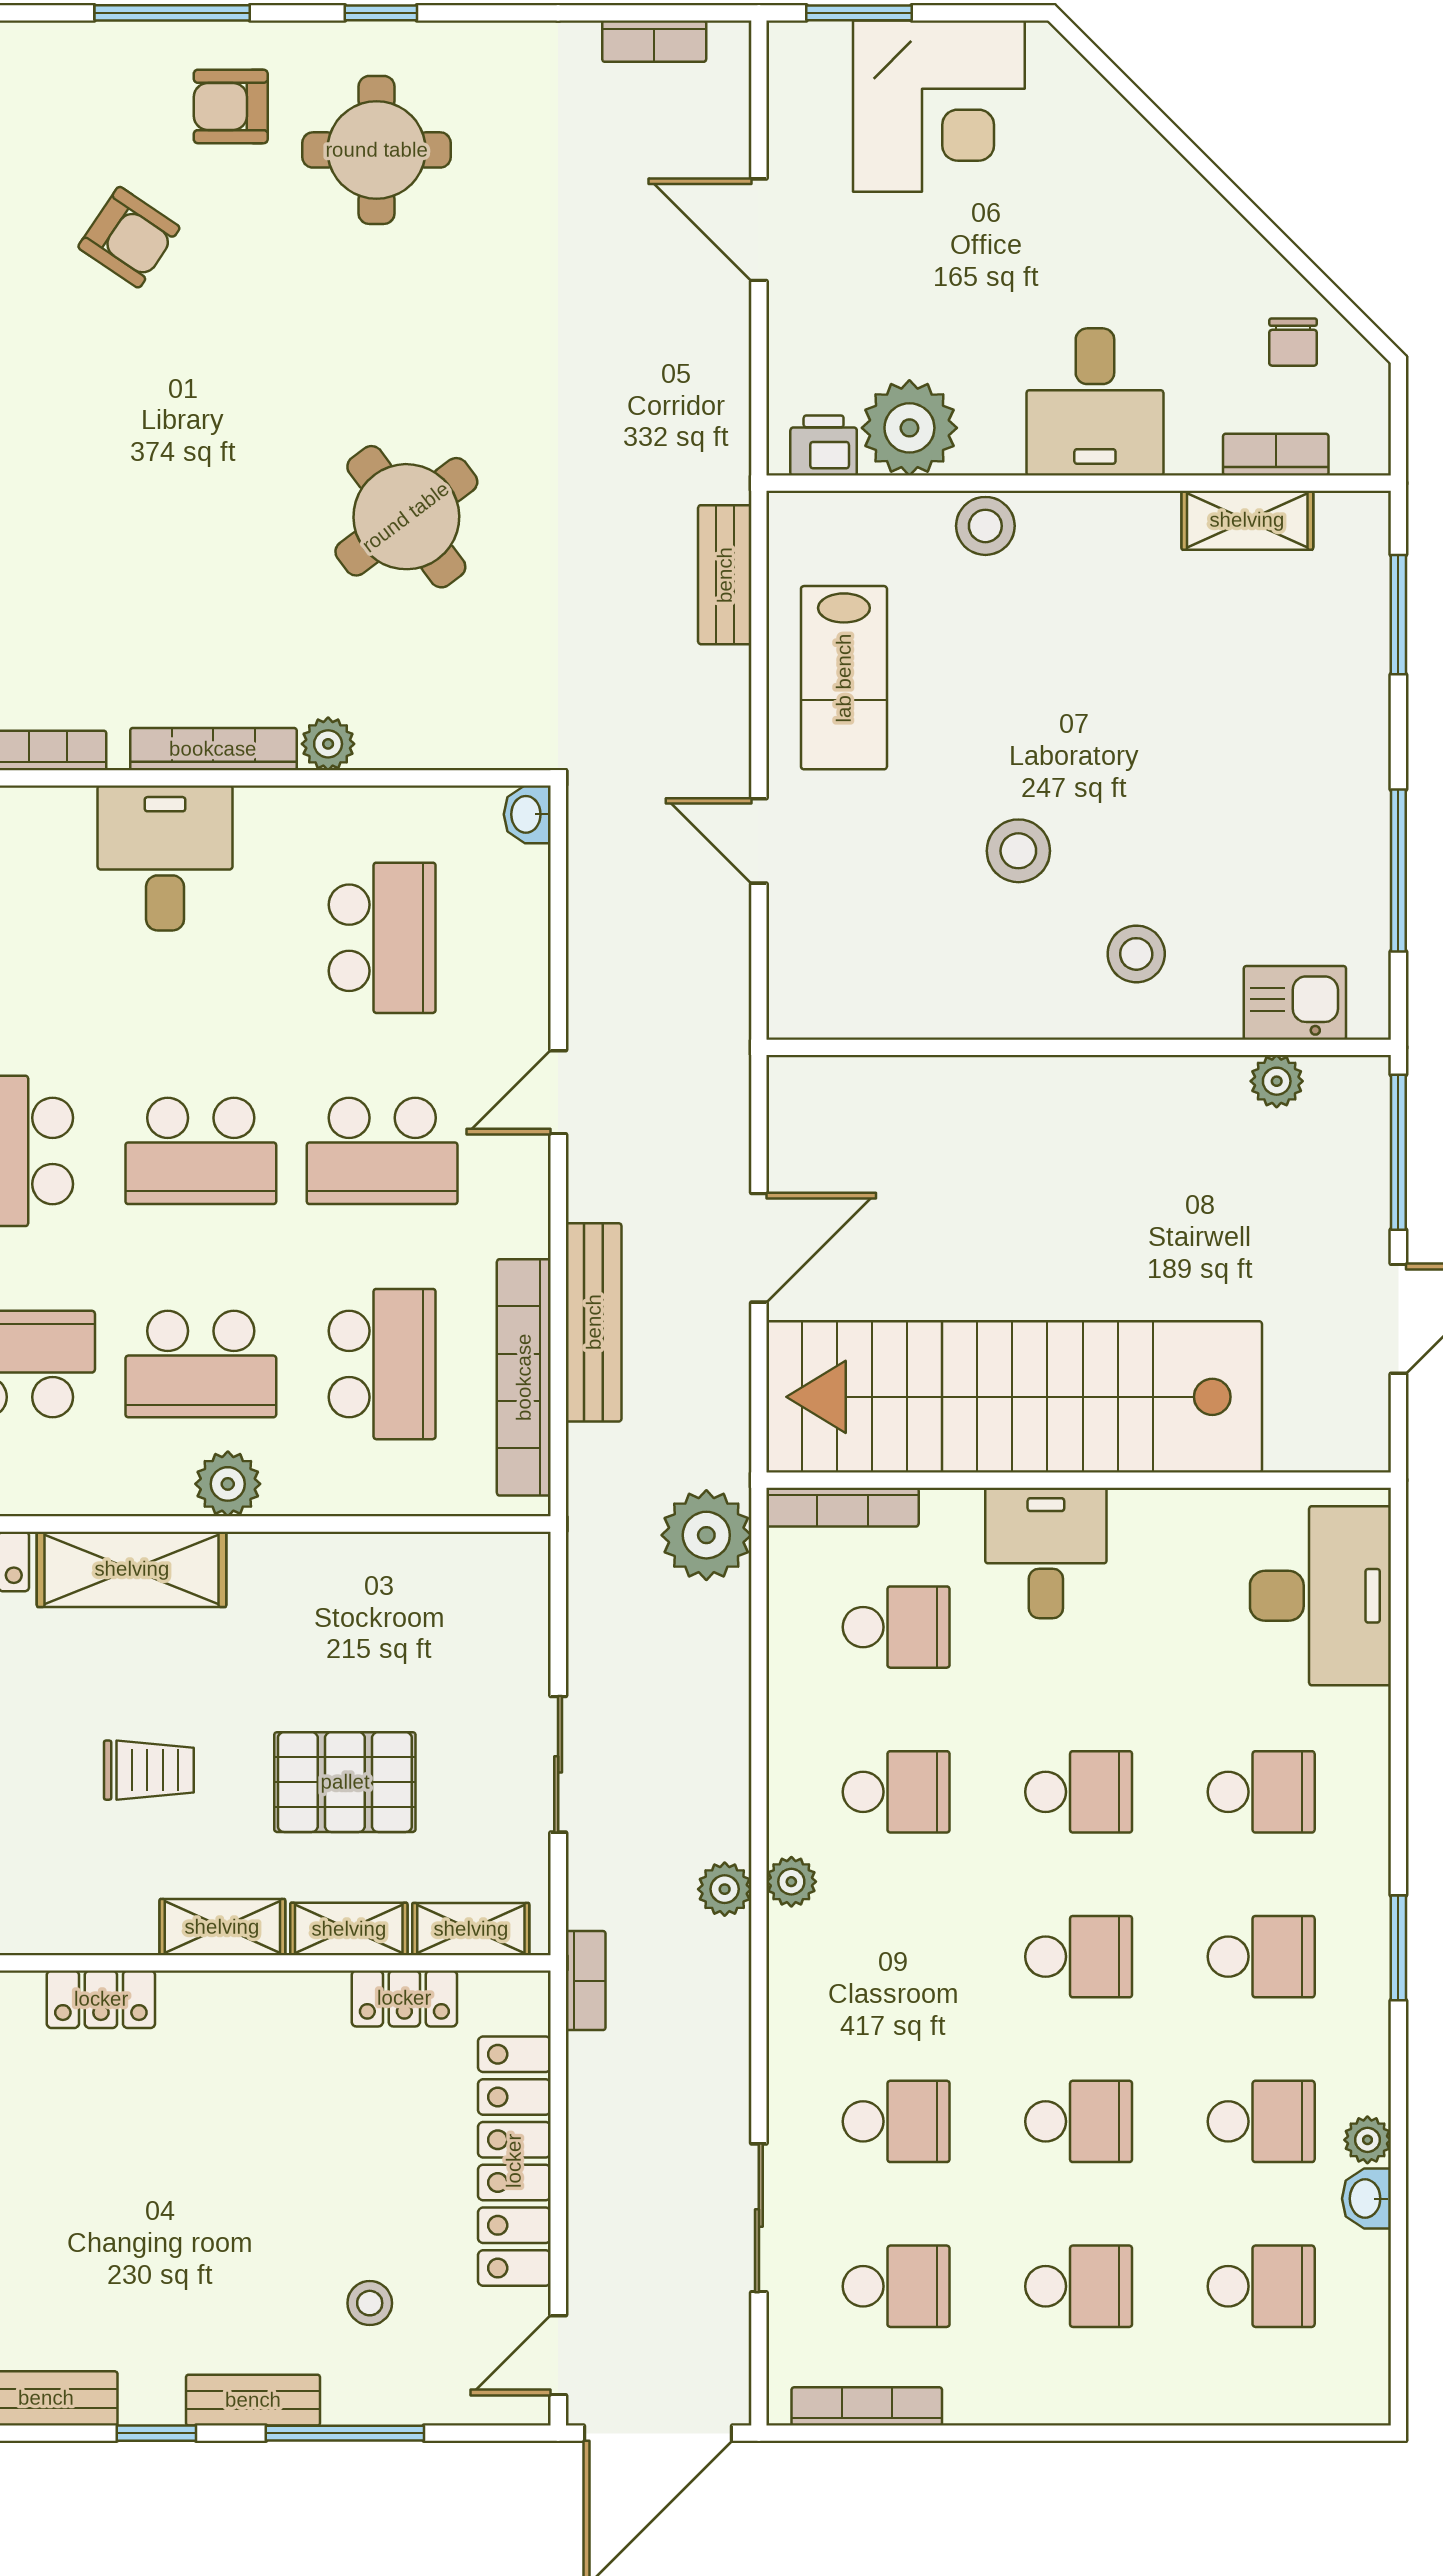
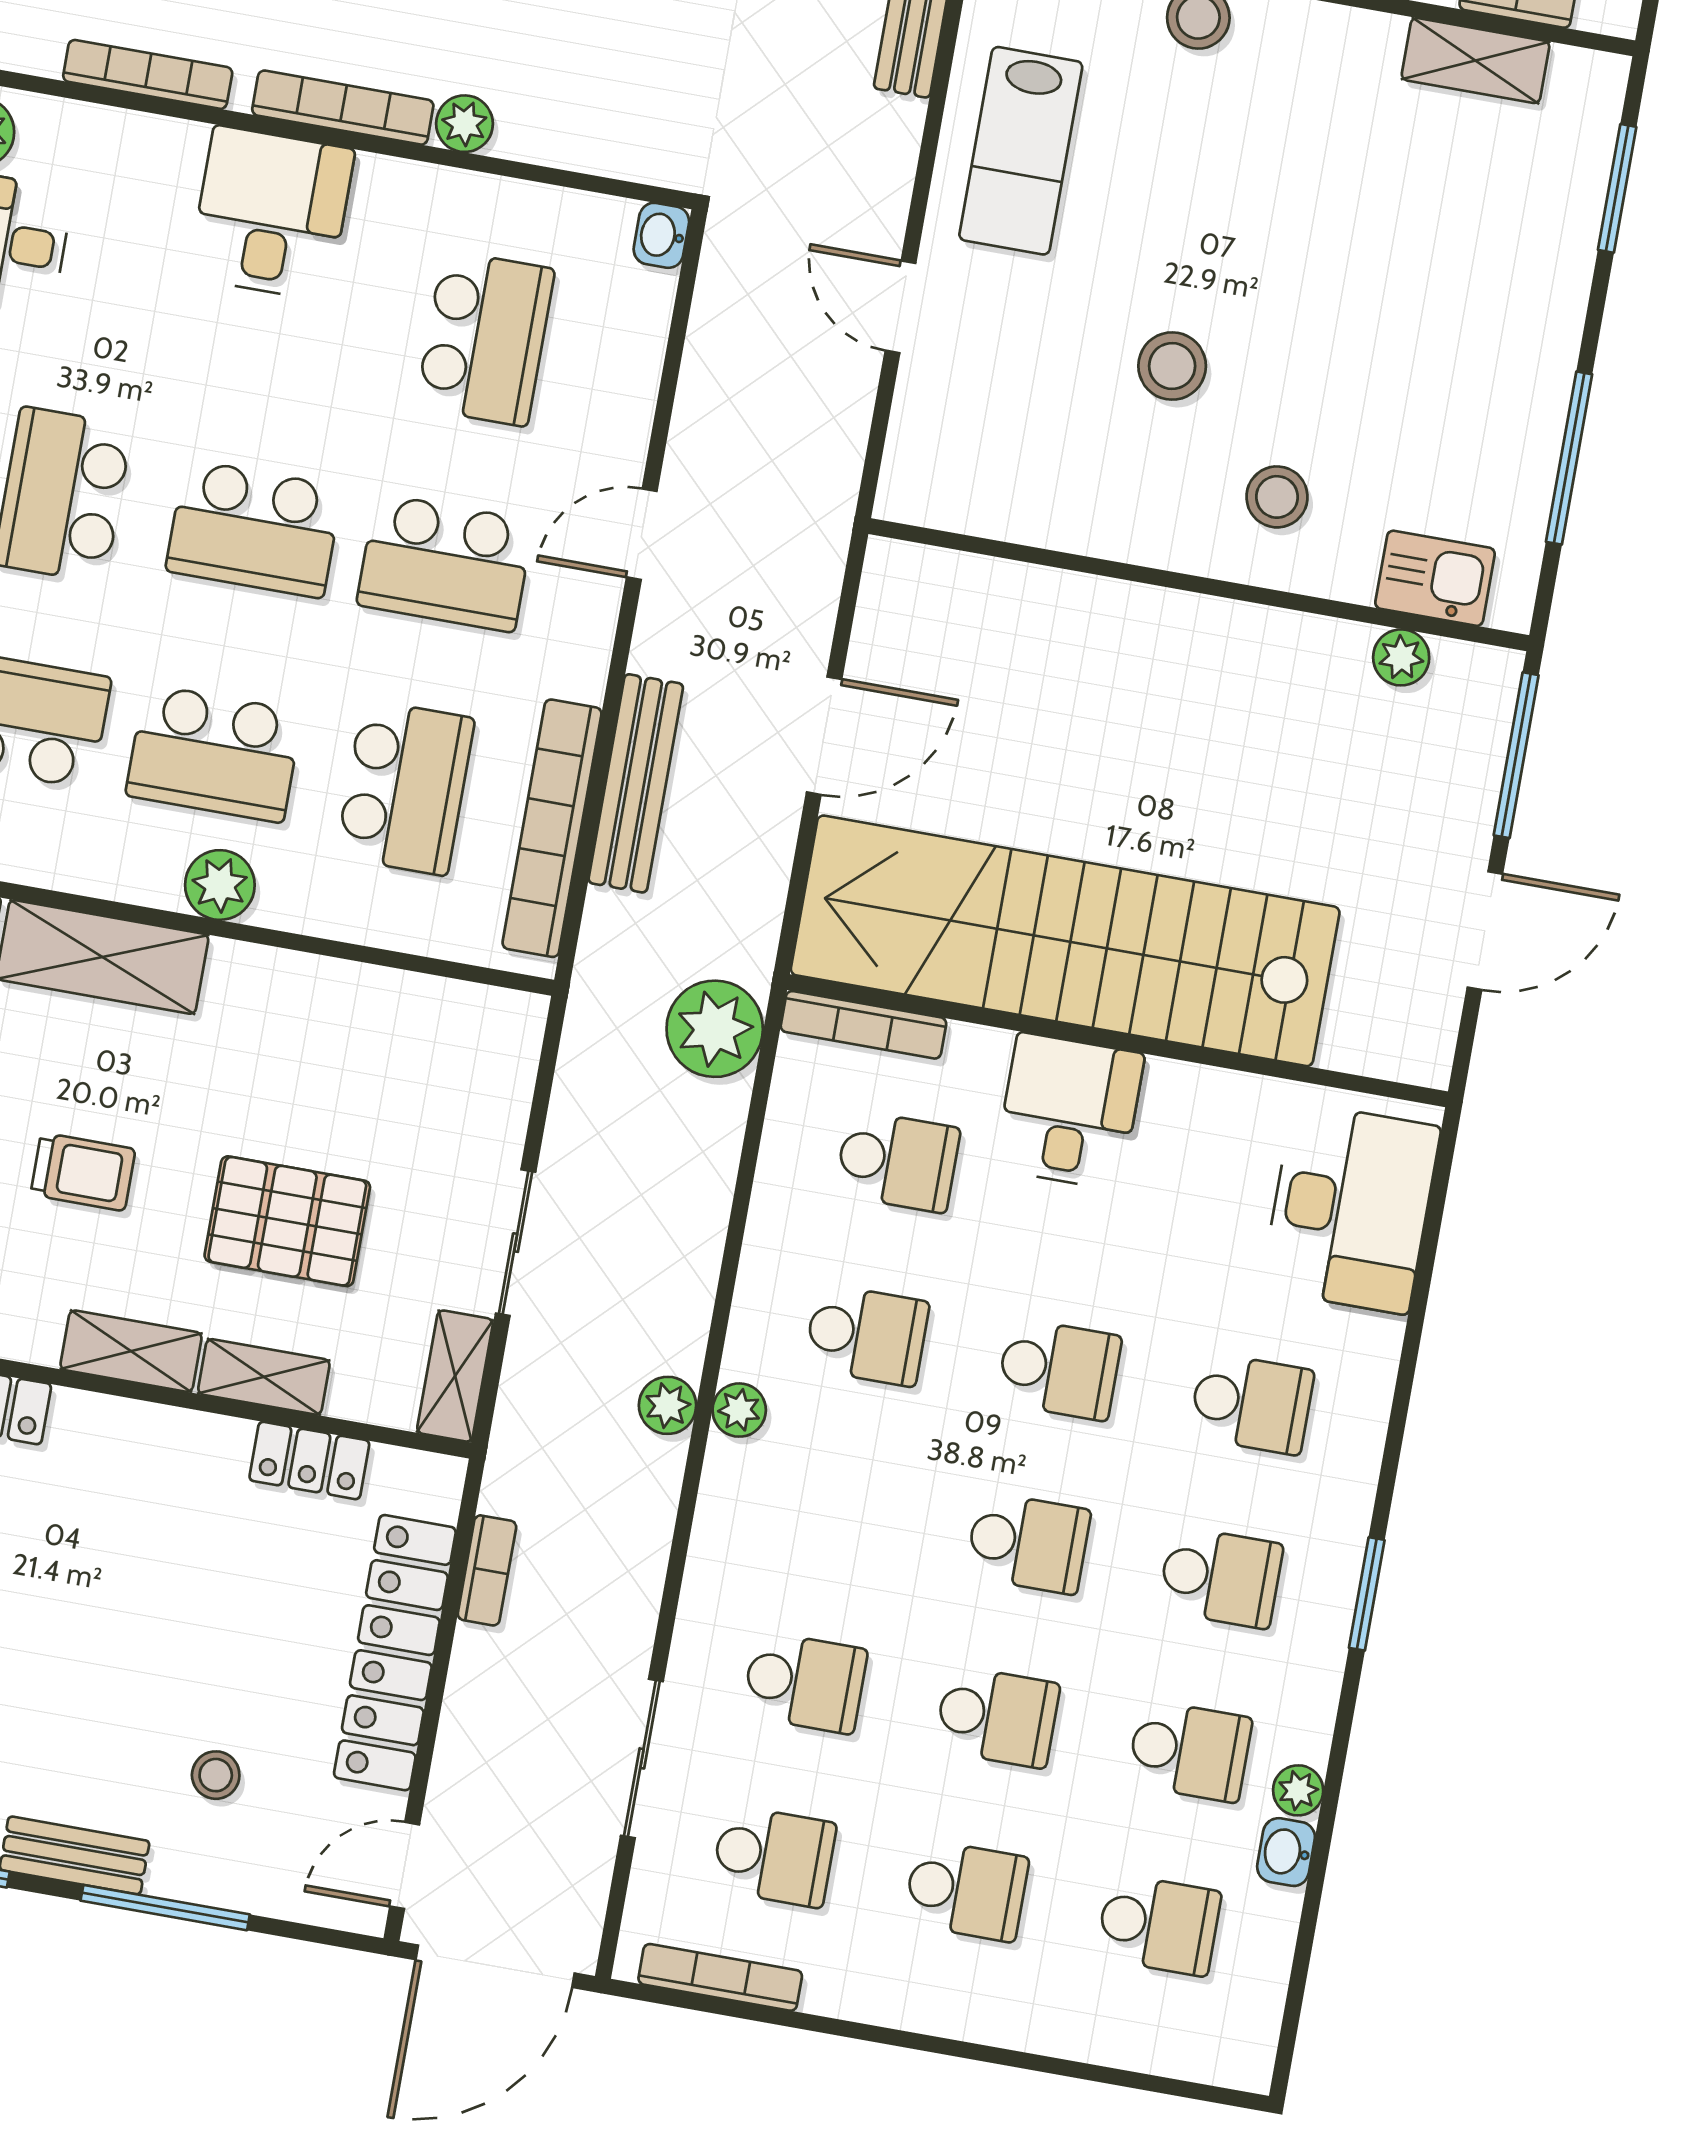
shelving: (471, 1929) -> (455, 1376), moved, turned 90
bookcase: (586, 1981) -> (487, 1570), moved

